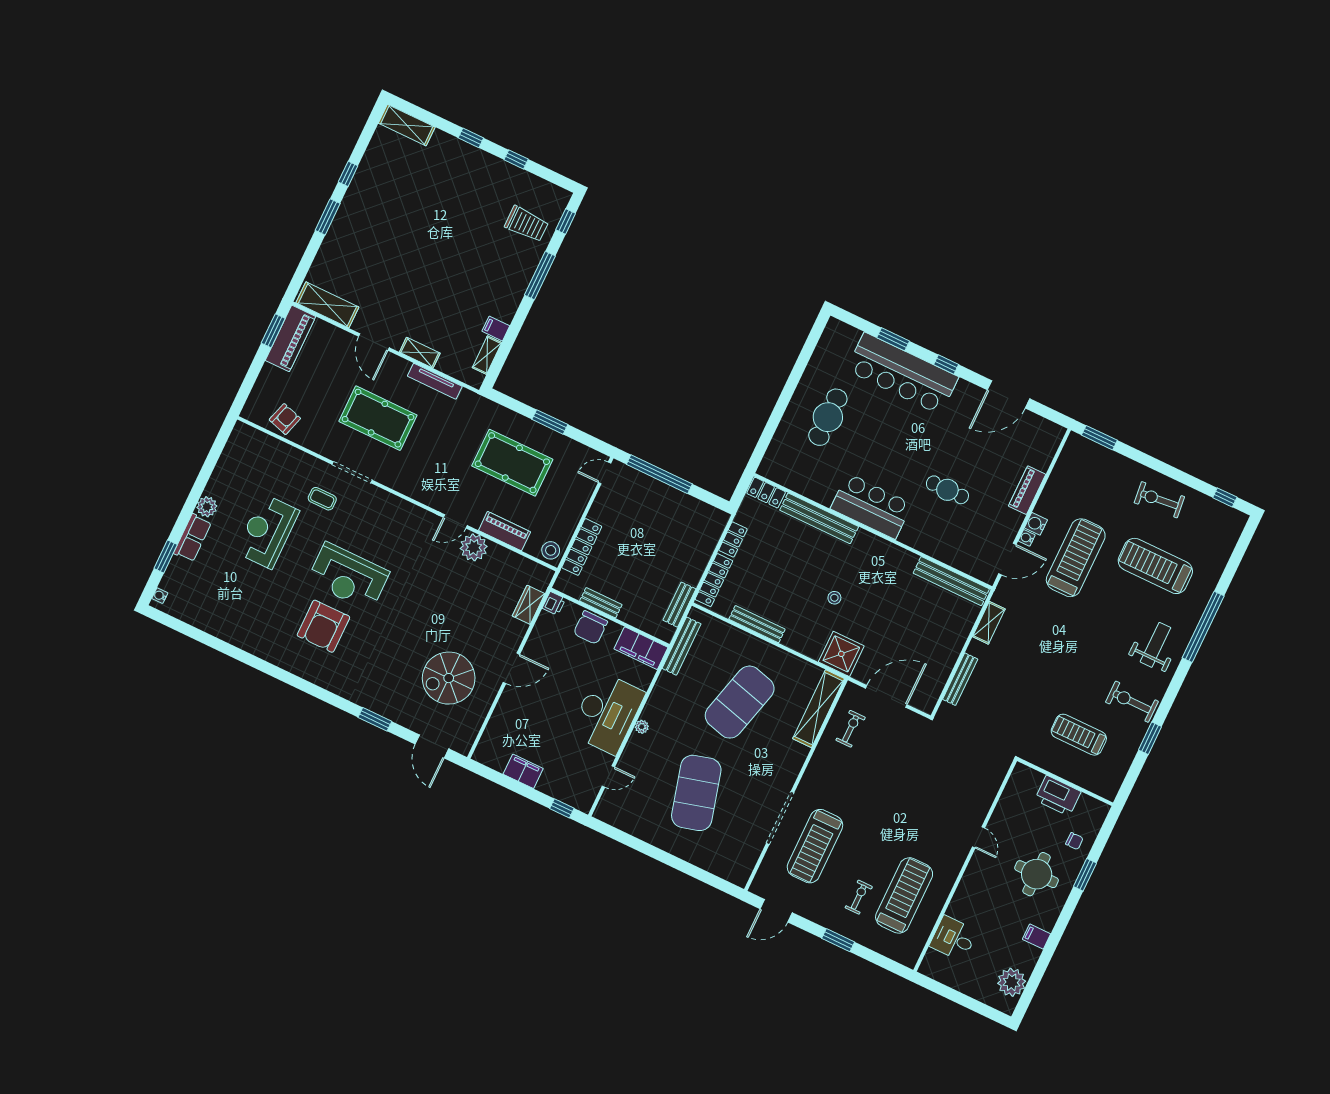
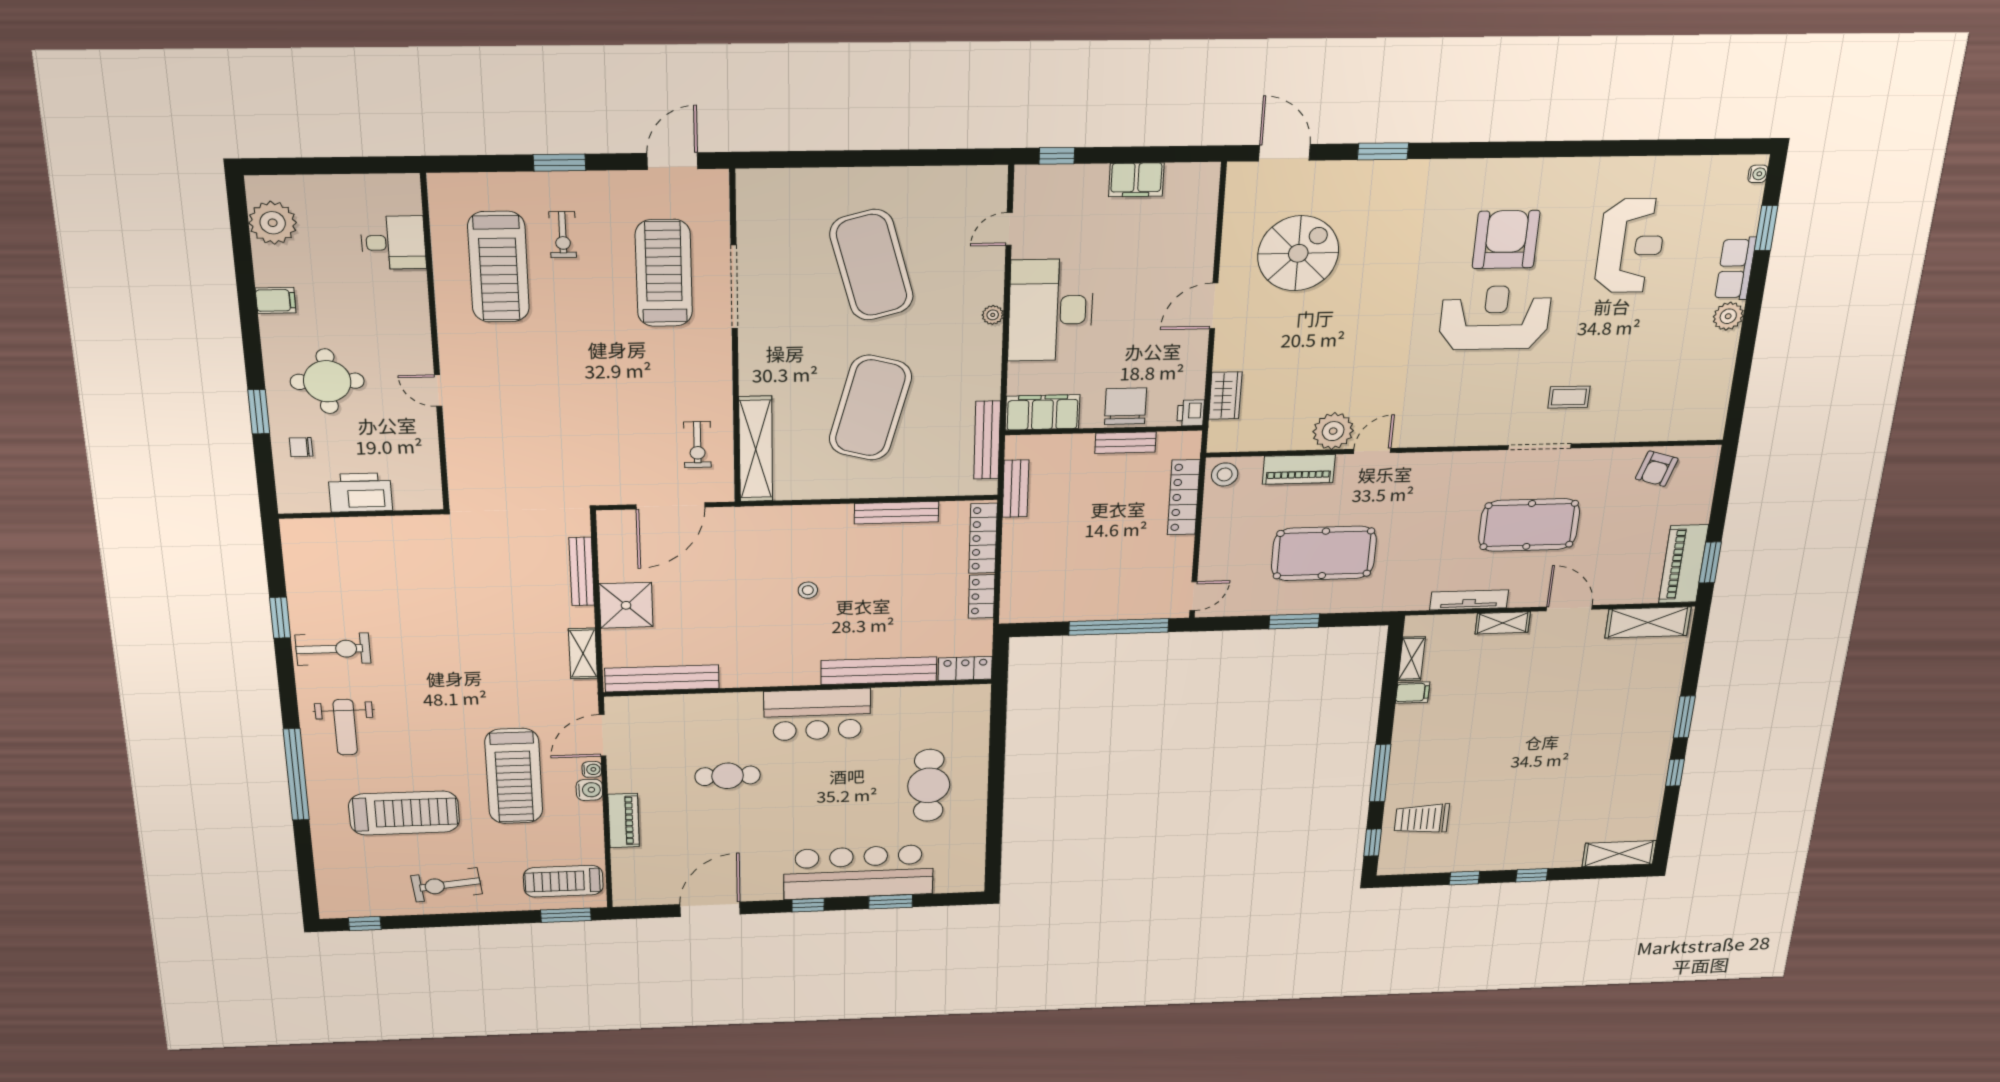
exercise bike: (1159, 500) -> (447, 885), turned 180
reception desk: (267, 531) -> (1631, 246), moved
shower: (841, 654) -> (626, 605), moved
treadmill: (1079, 735) -> (563, 881), moved, turned 180

